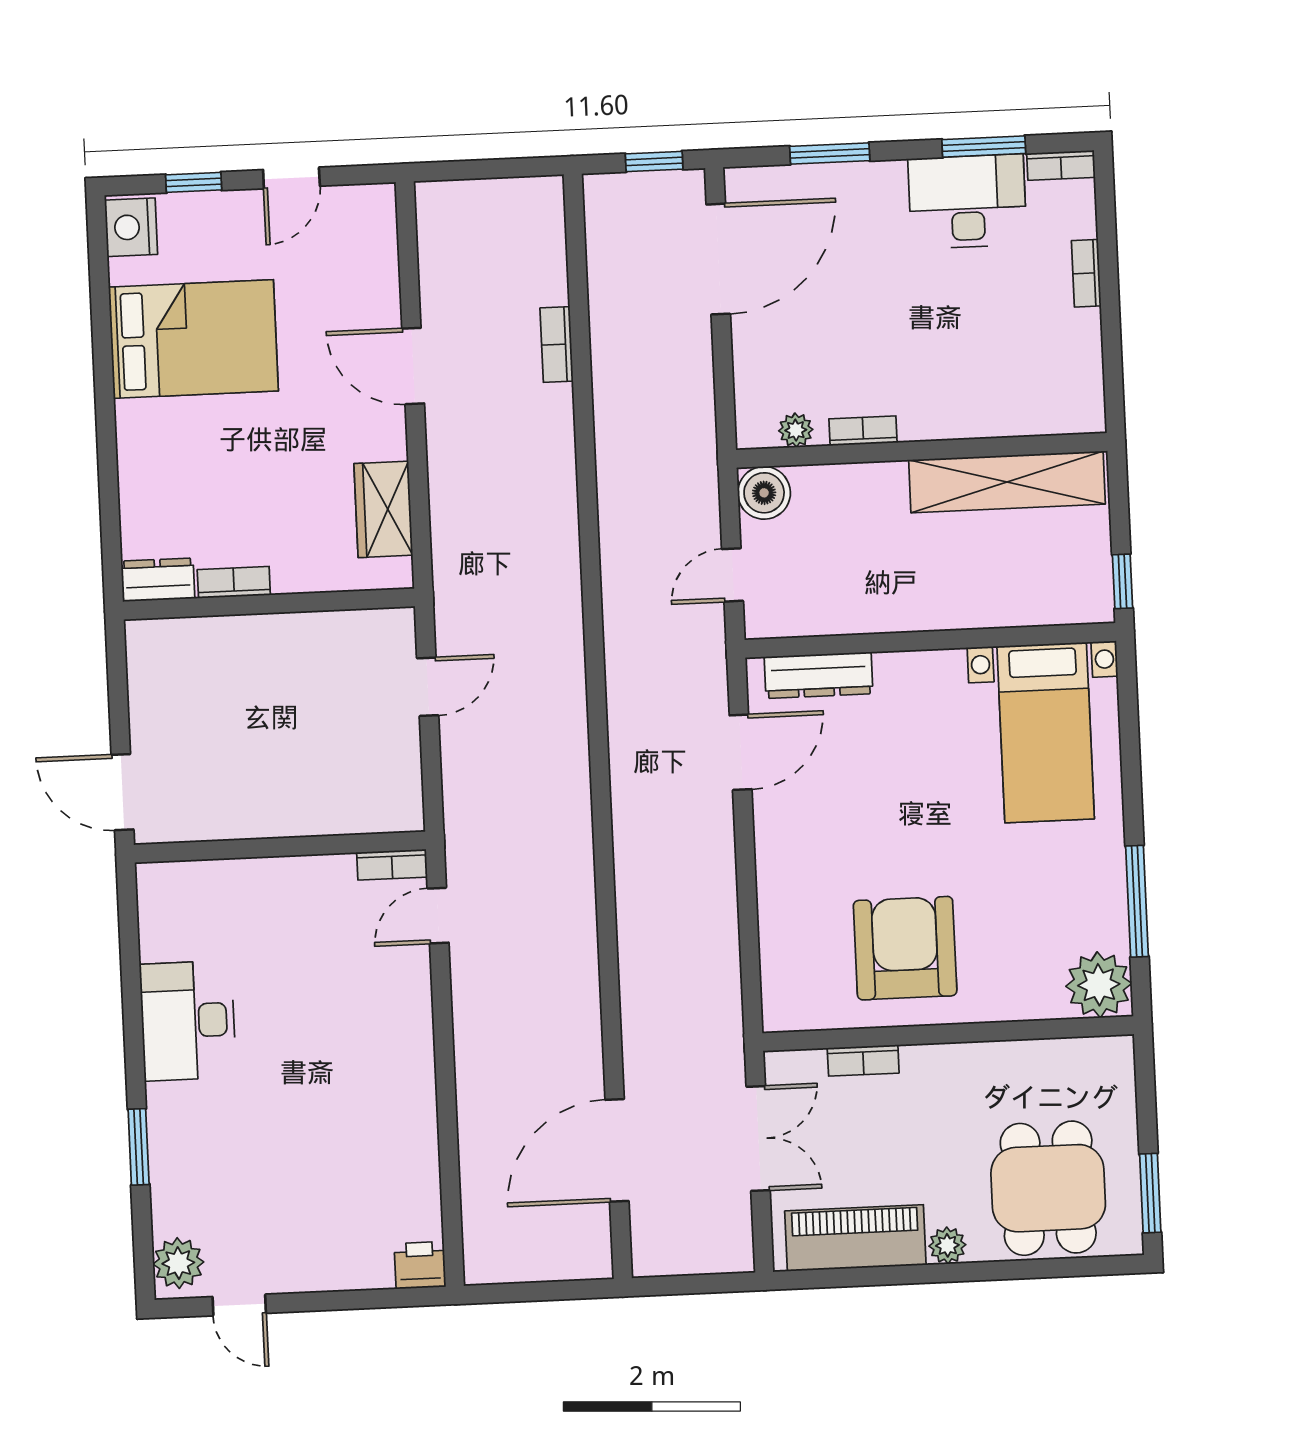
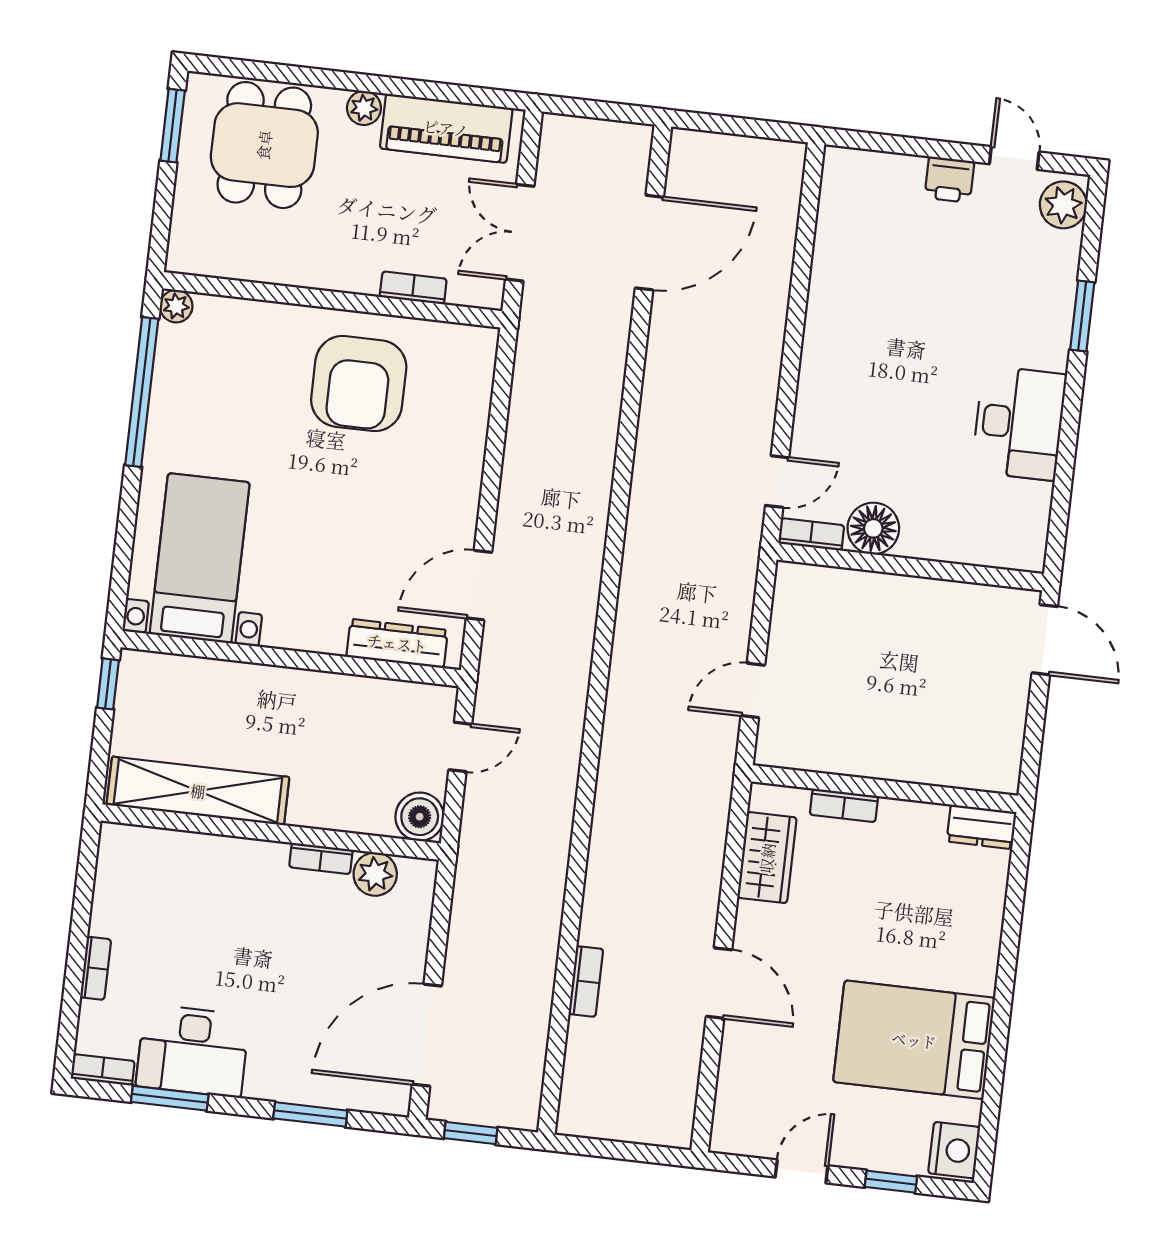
plant: (796, 430) -> (375, 874), width x1.38, depth x1.38
bookcase: (234, 582) -> (844, 805), moved
floor lamp: (326, 882) -> (873, 528), added
window: (1137, 901) -> (142, 392), width x1.46
plant: (1099, 985) -> (176, 306), width x0.53, depth x0.53
printer: (420, 1265) -> (949, 180), moved

